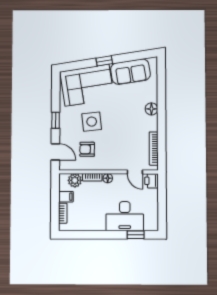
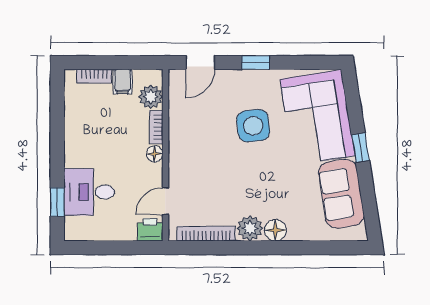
plant: (150, 123) -> (250, 228), added
armchair: (87, 149) -> (205, 118), removed
desk: (125, 216) -> (89, 192), width x0.73

